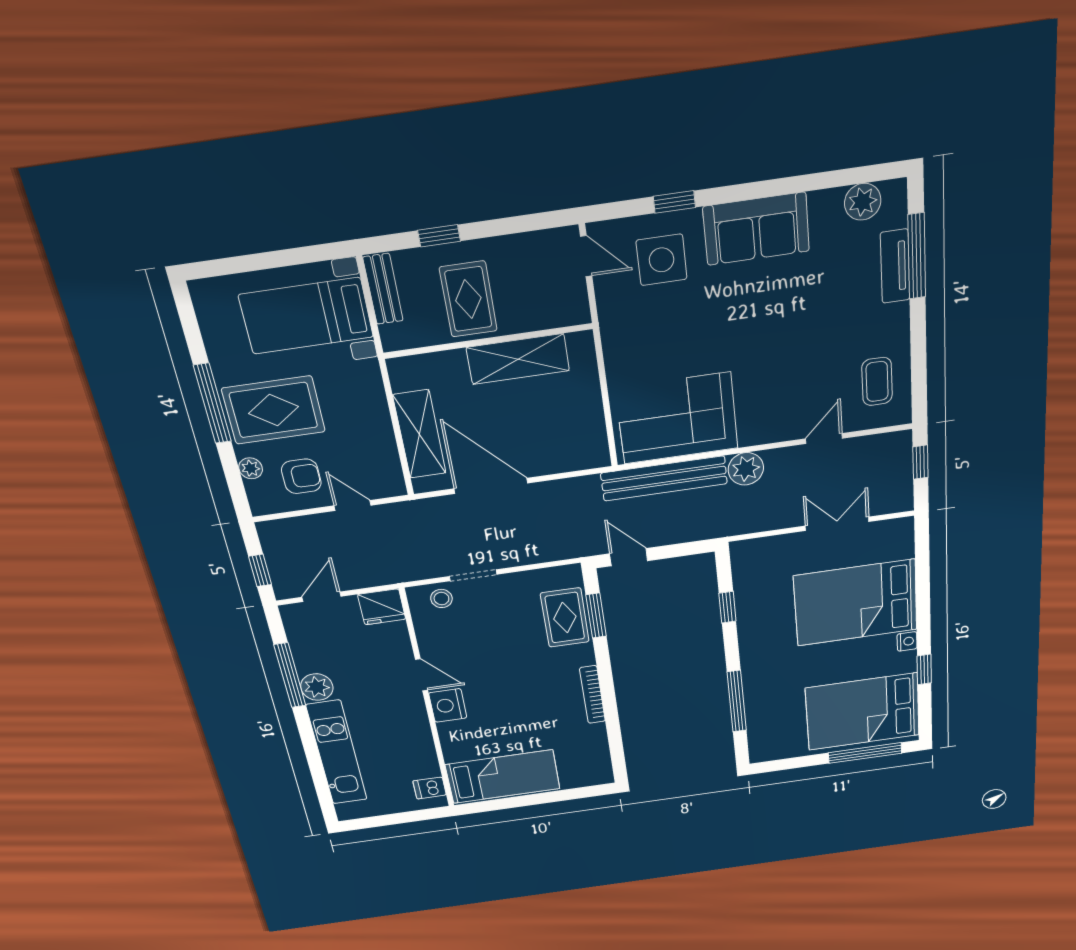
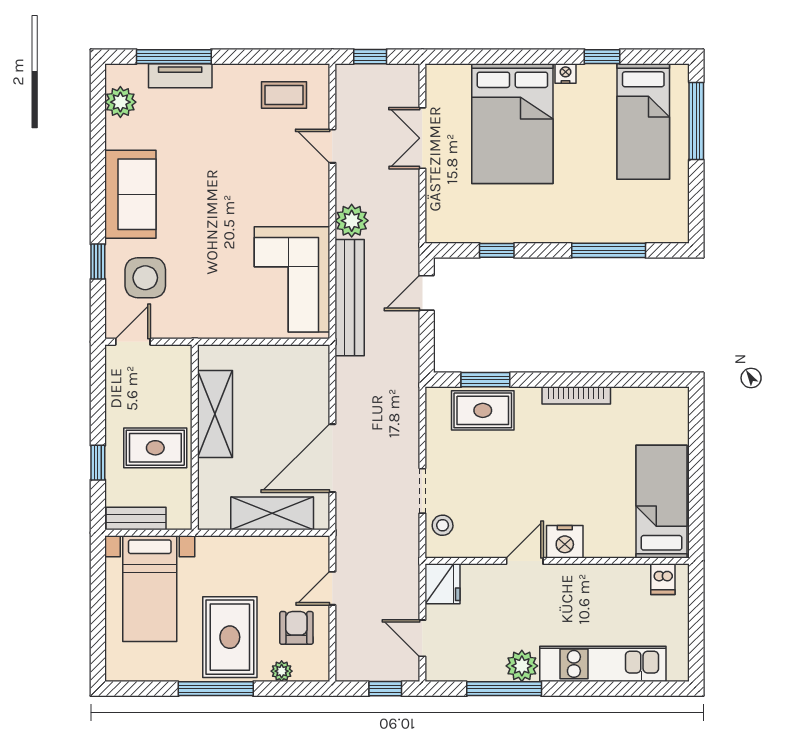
door: (629, 557) -> (427, 293), moved
bed: (863, 712) -> (643, 122), width x0.67

